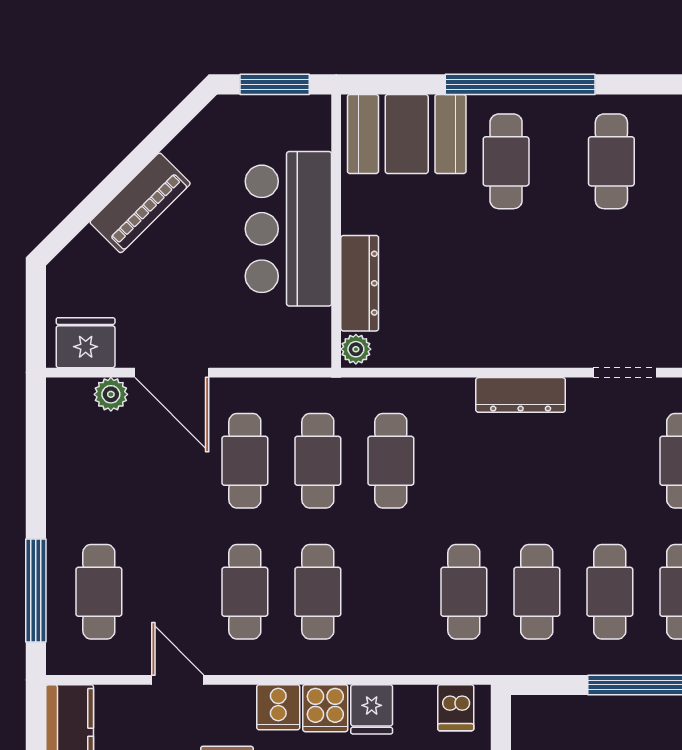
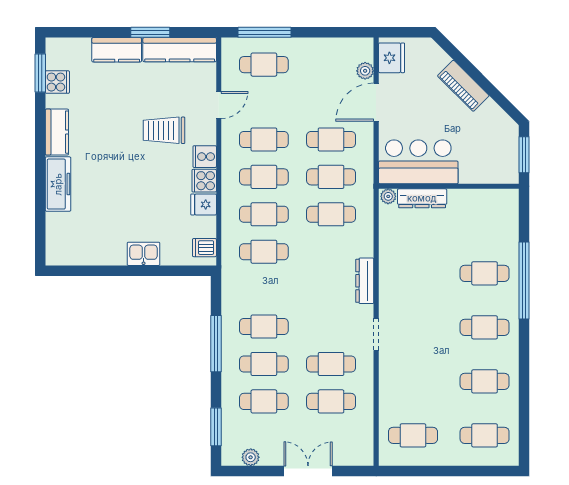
booth: (407, 134) -> (499, 222), removed
bar counter: (288, 229) -> (418, 162), moved
cafe table: (537, 592) -> (264, 214), moved

